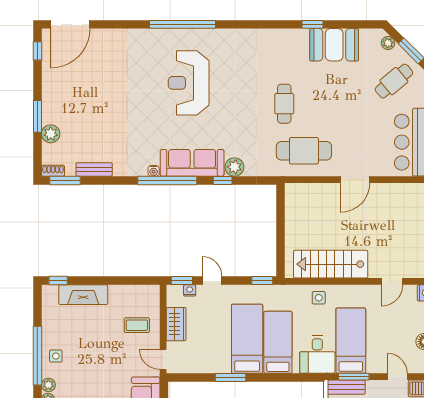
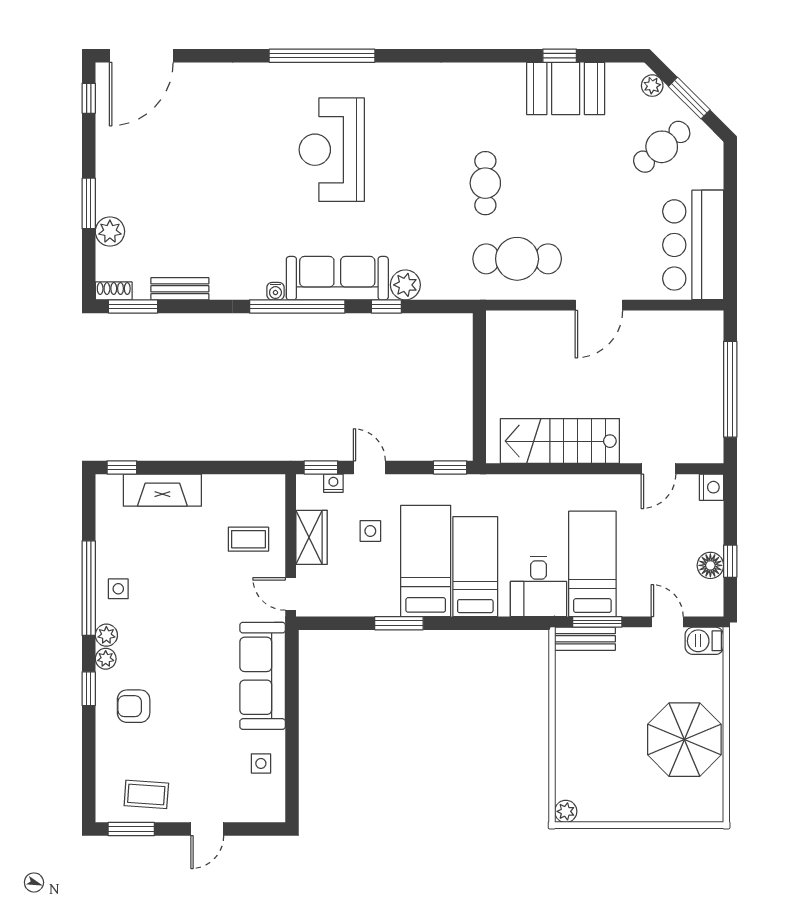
window: (312, 24) -> (560, 56), moved
side table: (319, 298) -> (370, 531), moved

